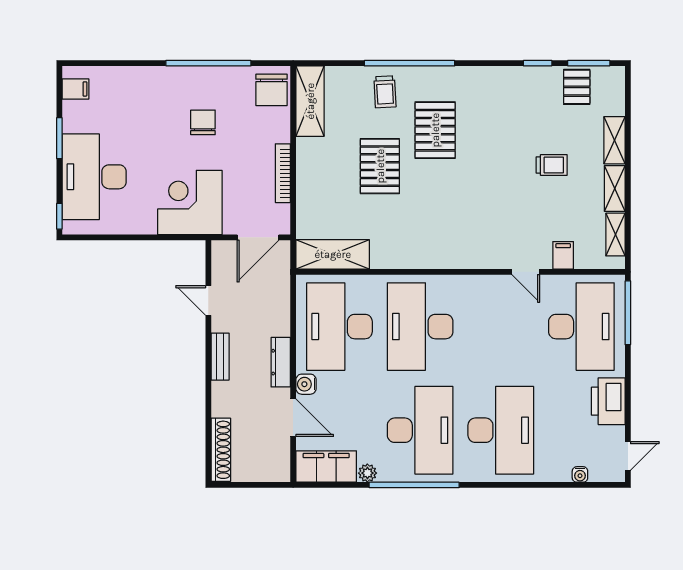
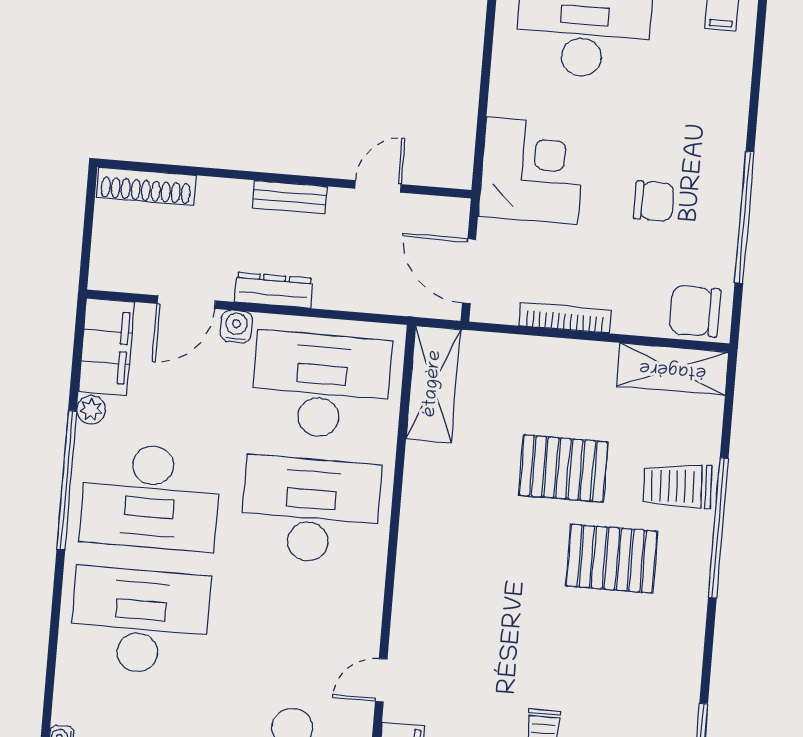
trolley: (385, 92) -> (677, 486), width x1.36, depth x1.39
desk: (501, 430) -> (140, 621), turned 180

